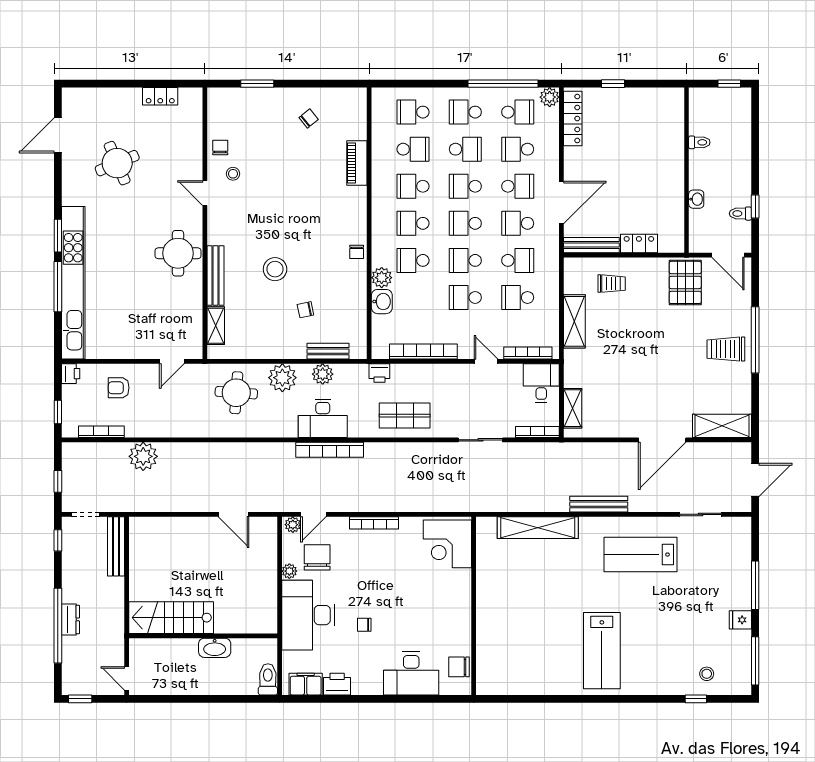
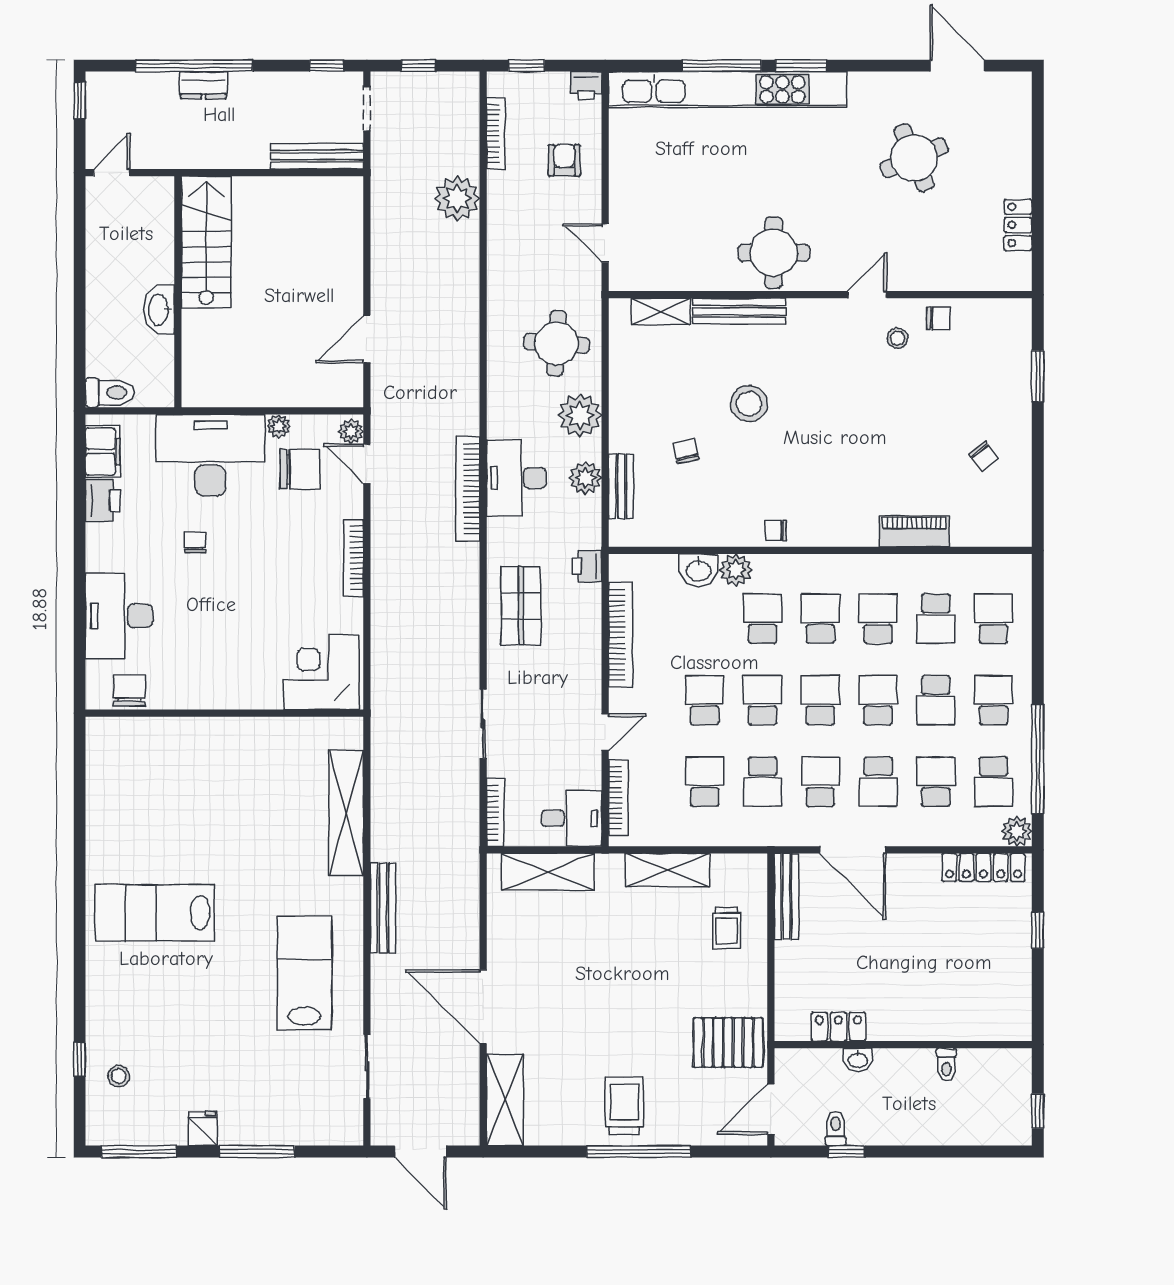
locker: (639, 244) -> (838, 1027), moved, turned -90
shelving: (573, 408) -> (548, 872), width x1.50, depth x1.33

